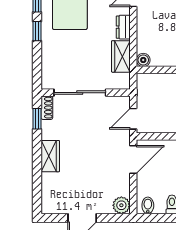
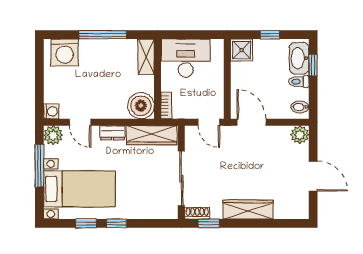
wardrobe: (121, 56) -> (152, 135), width x1.50
boiler: (143, 60) -> (141, 106), width x1.86, depth x1.86
bookcase: (149, 78) -> (166, 105), added
wardrobe: (50, 156) -> (248, 210), width x1.50

